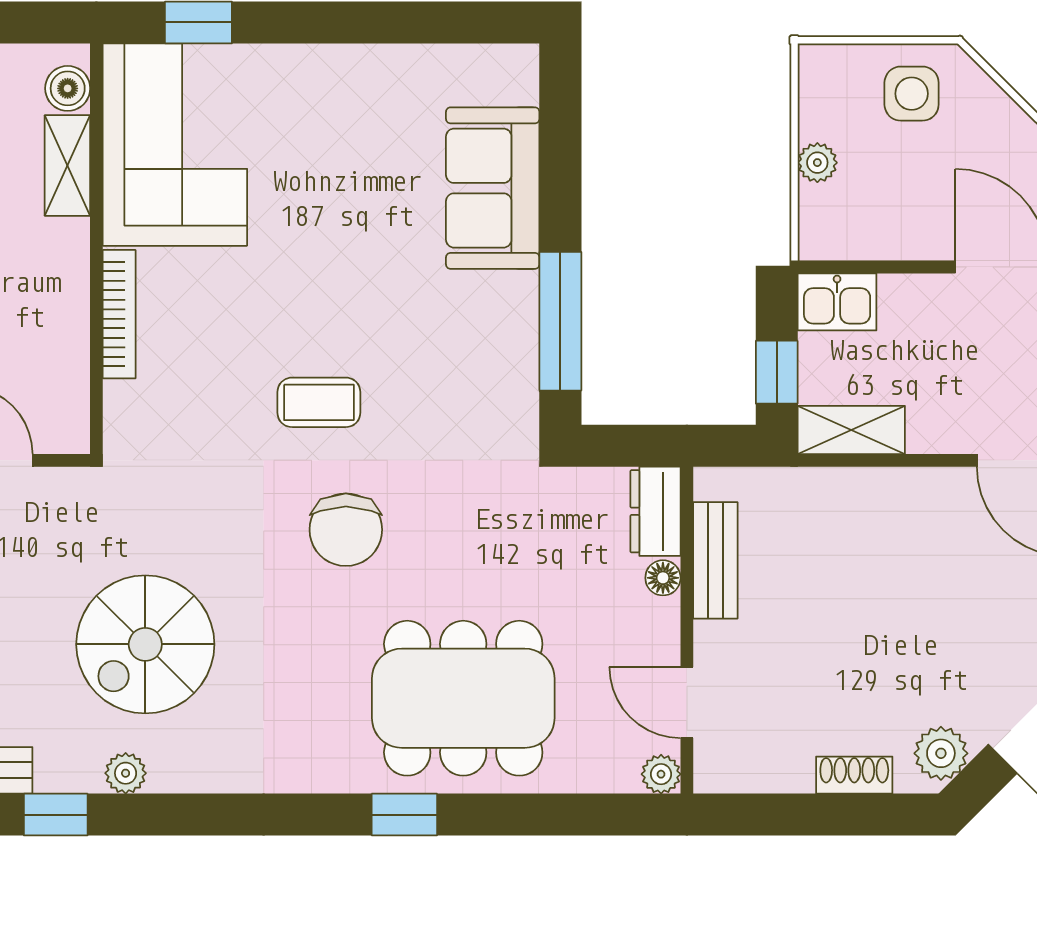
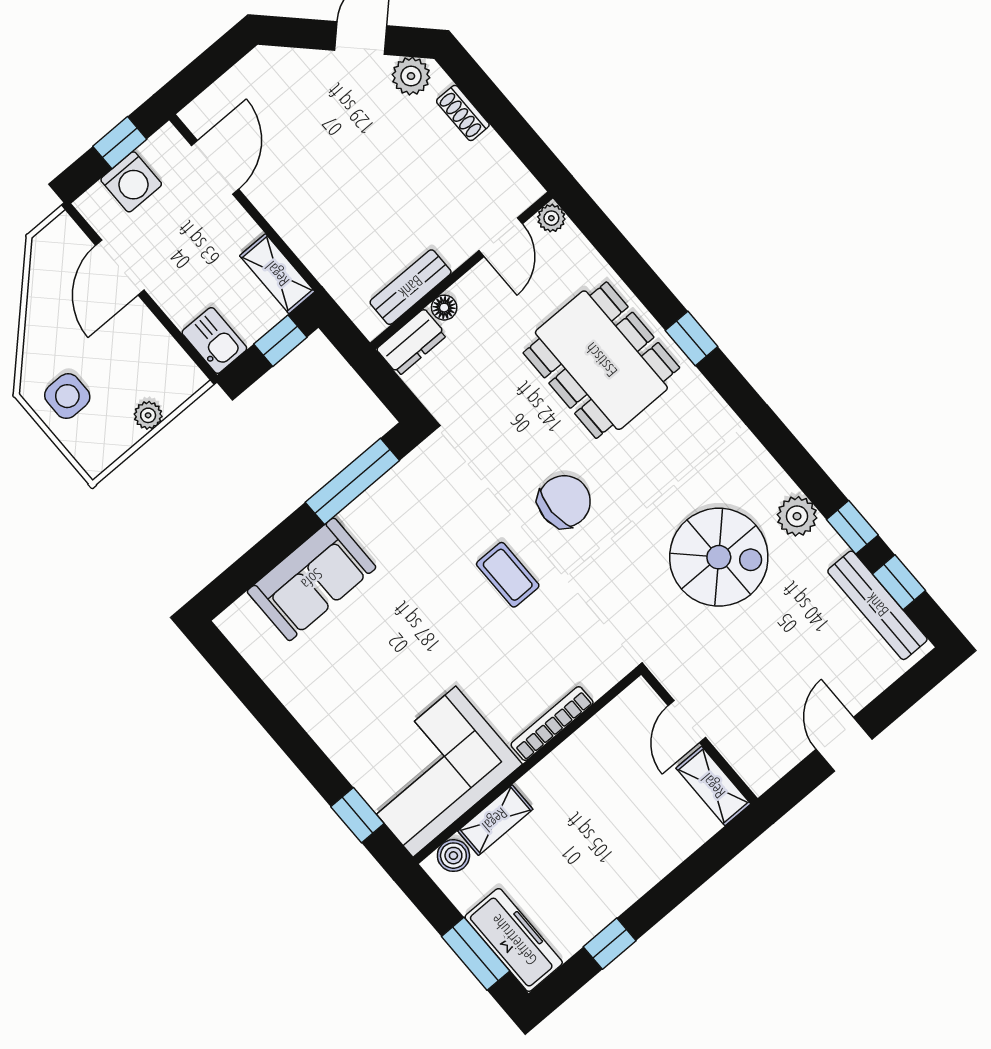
plant: (126, 773) -> (797, 516), width x1.38, depth x1.38

